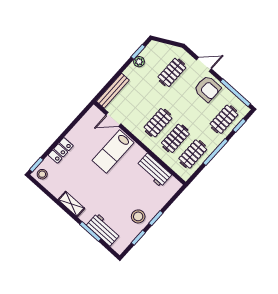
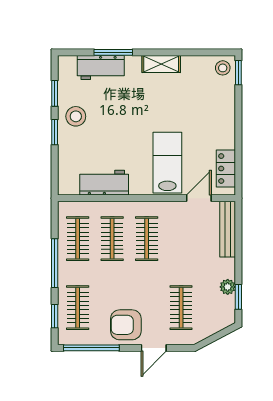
locker: (61, 150) -> (226, 169), moved

